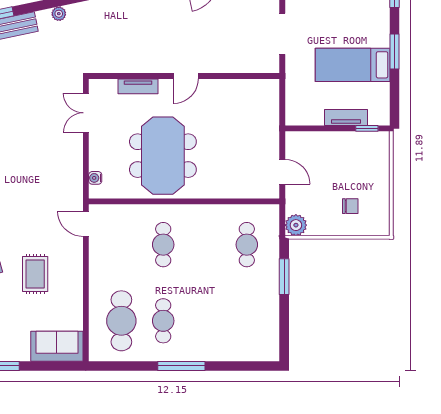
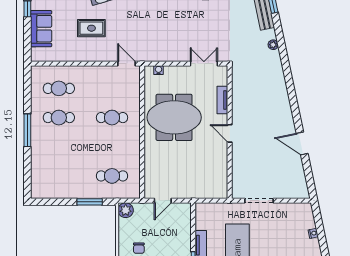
door: (86, 224) -> (127, 64), hinge flipped
cafe table: (121, 321) -> (59, 88), width x0.73, depth x0.74
sofa: (57, 346) -> (41, 29), moved

